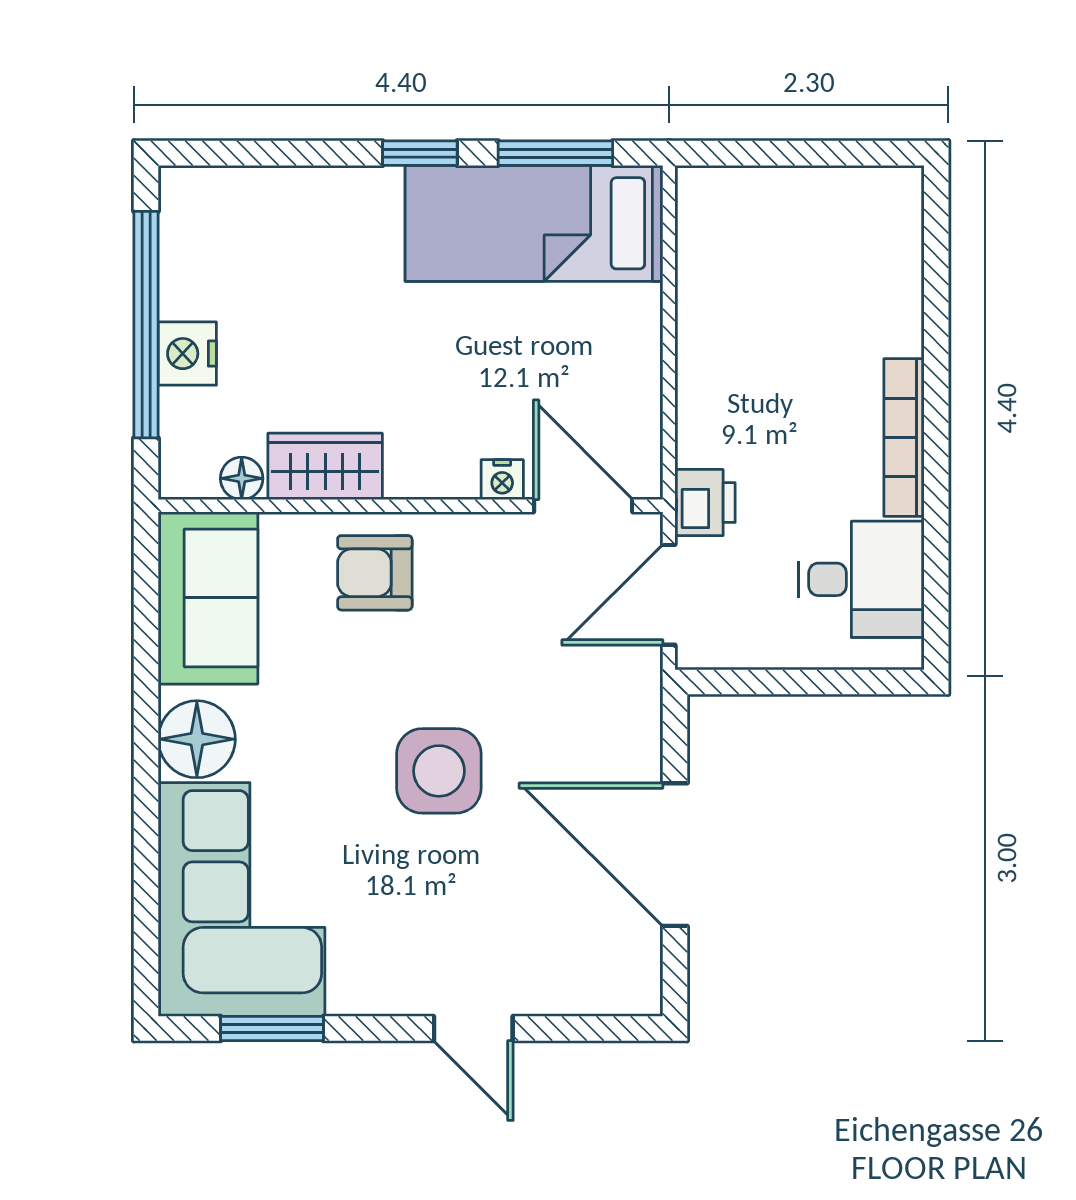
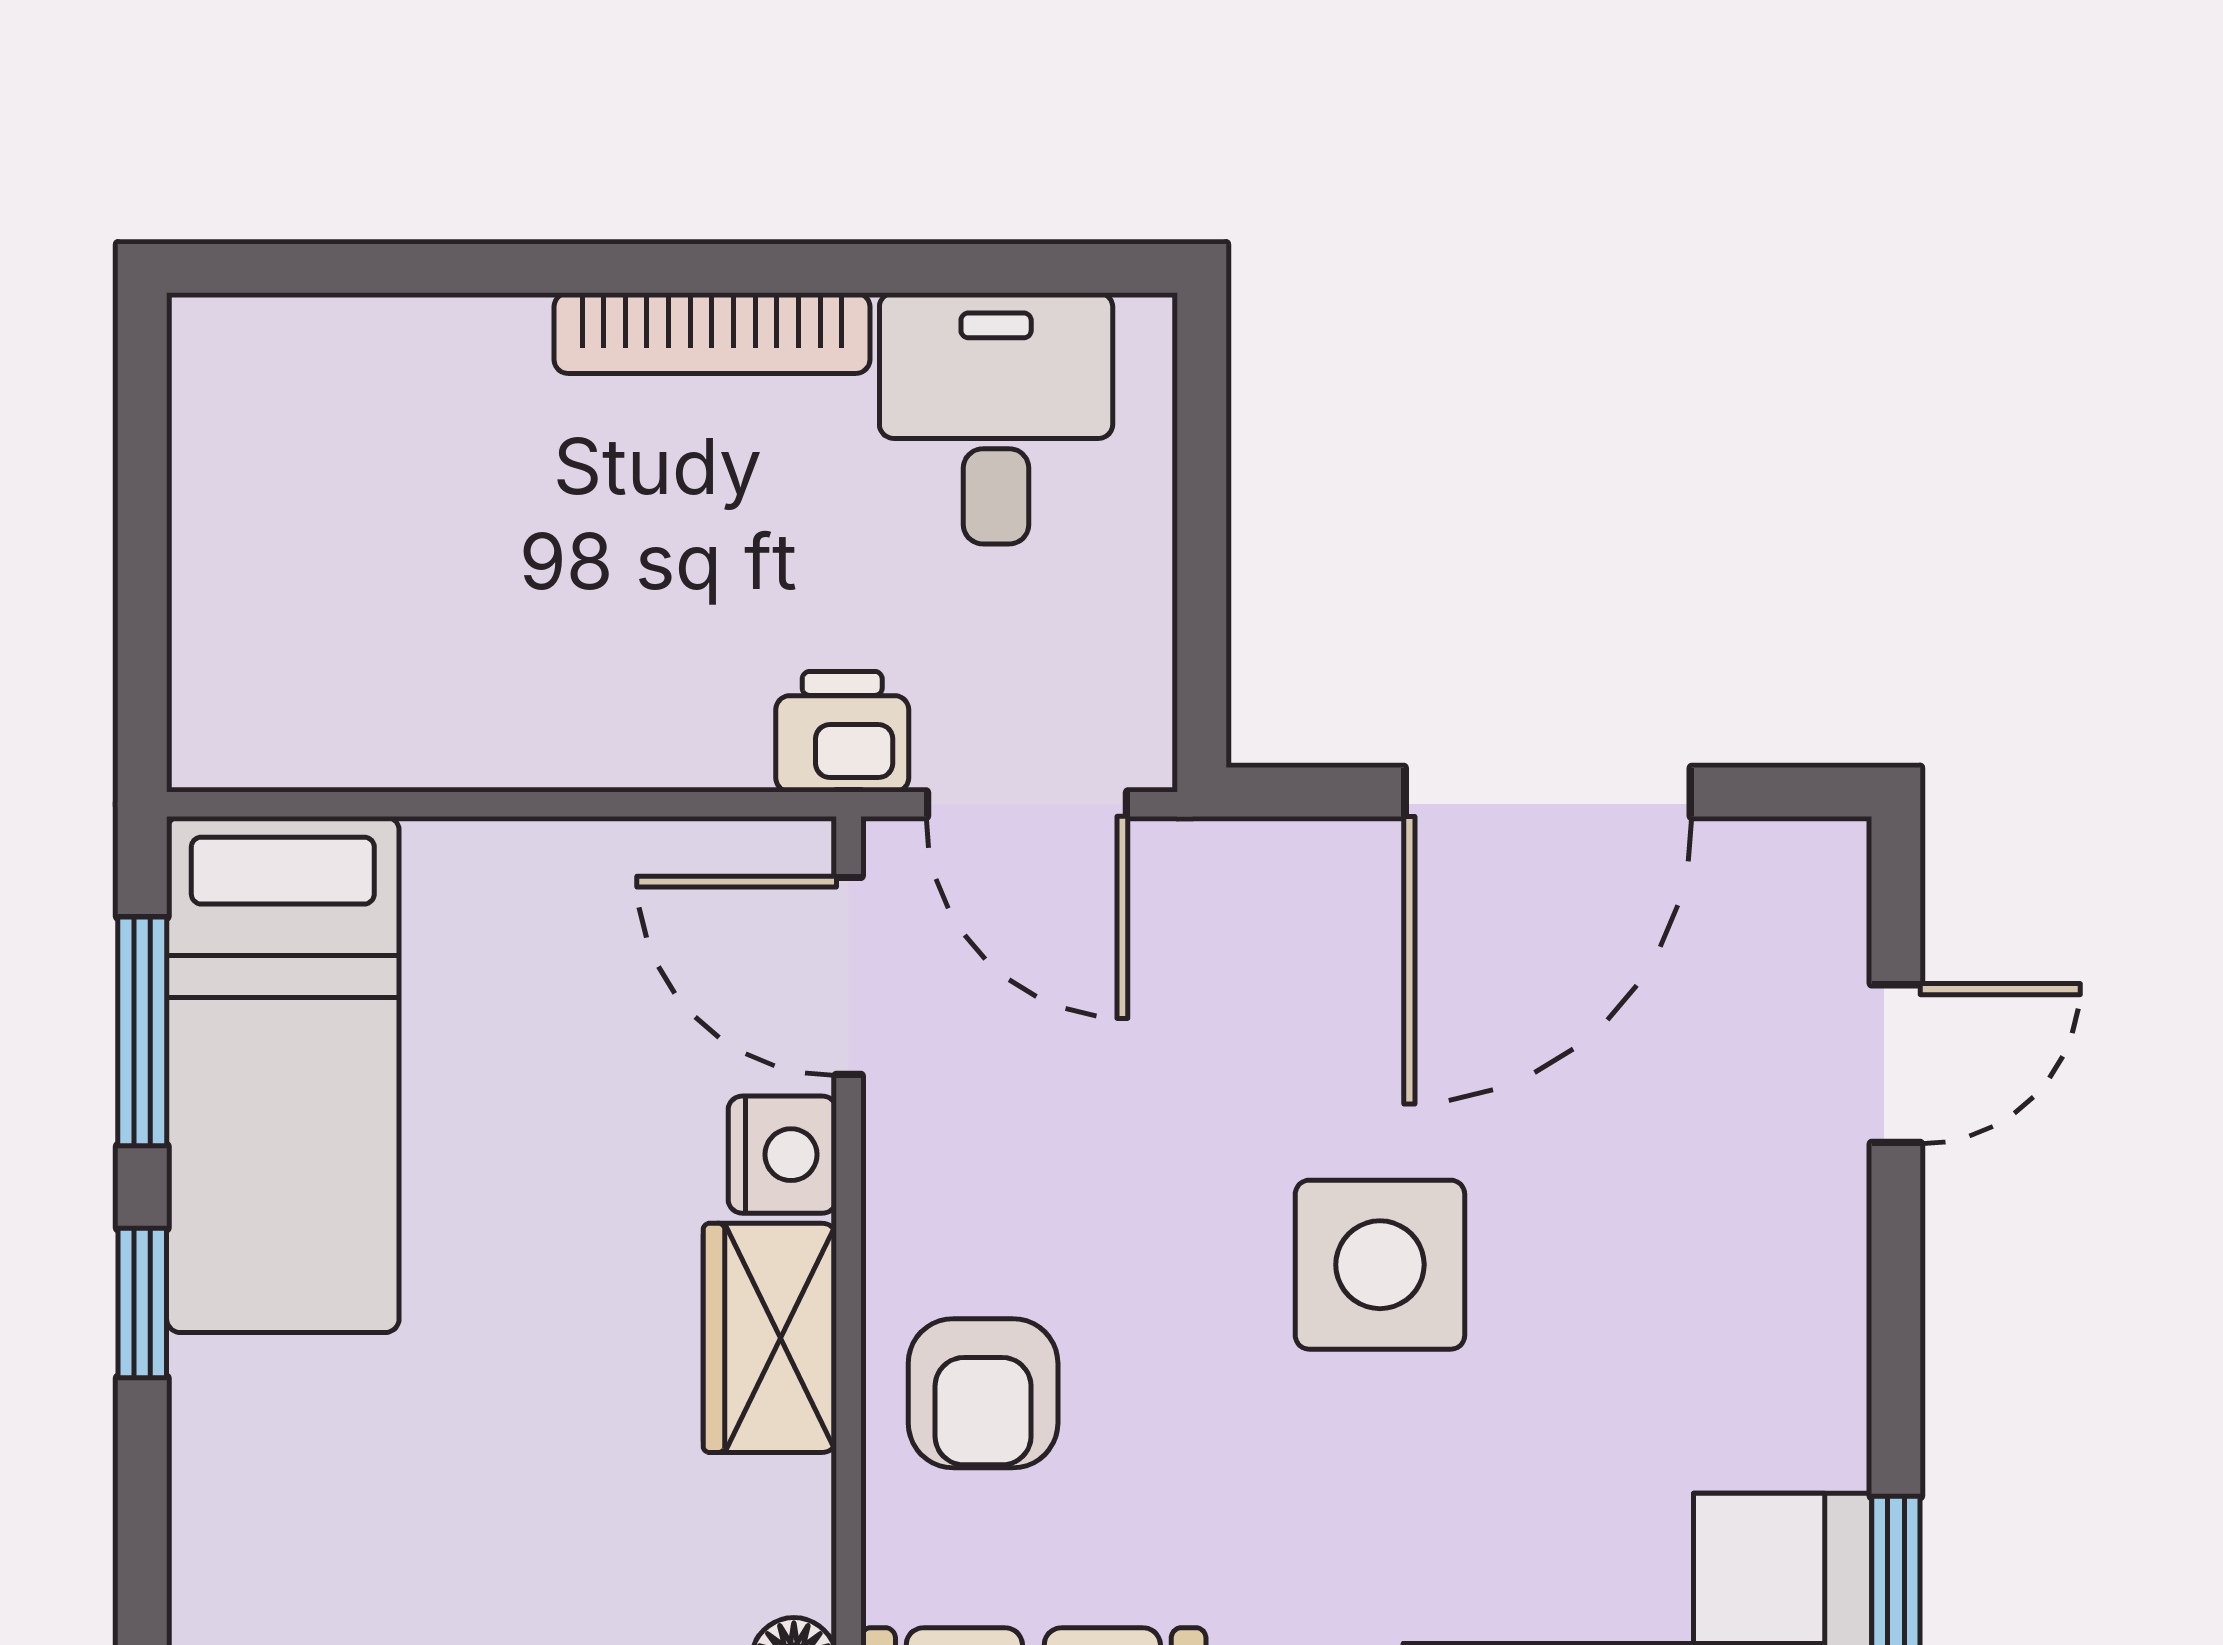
wardrobe: (325, 466) -> (770, 1338), moved
nightstand: (502, 480) -> (782, 1155), width x1.39, depth x1.35
door: (583, 506) -> (849, 976), hinge flipped
door: (473, 1028) -> (1896, 1064), moved

